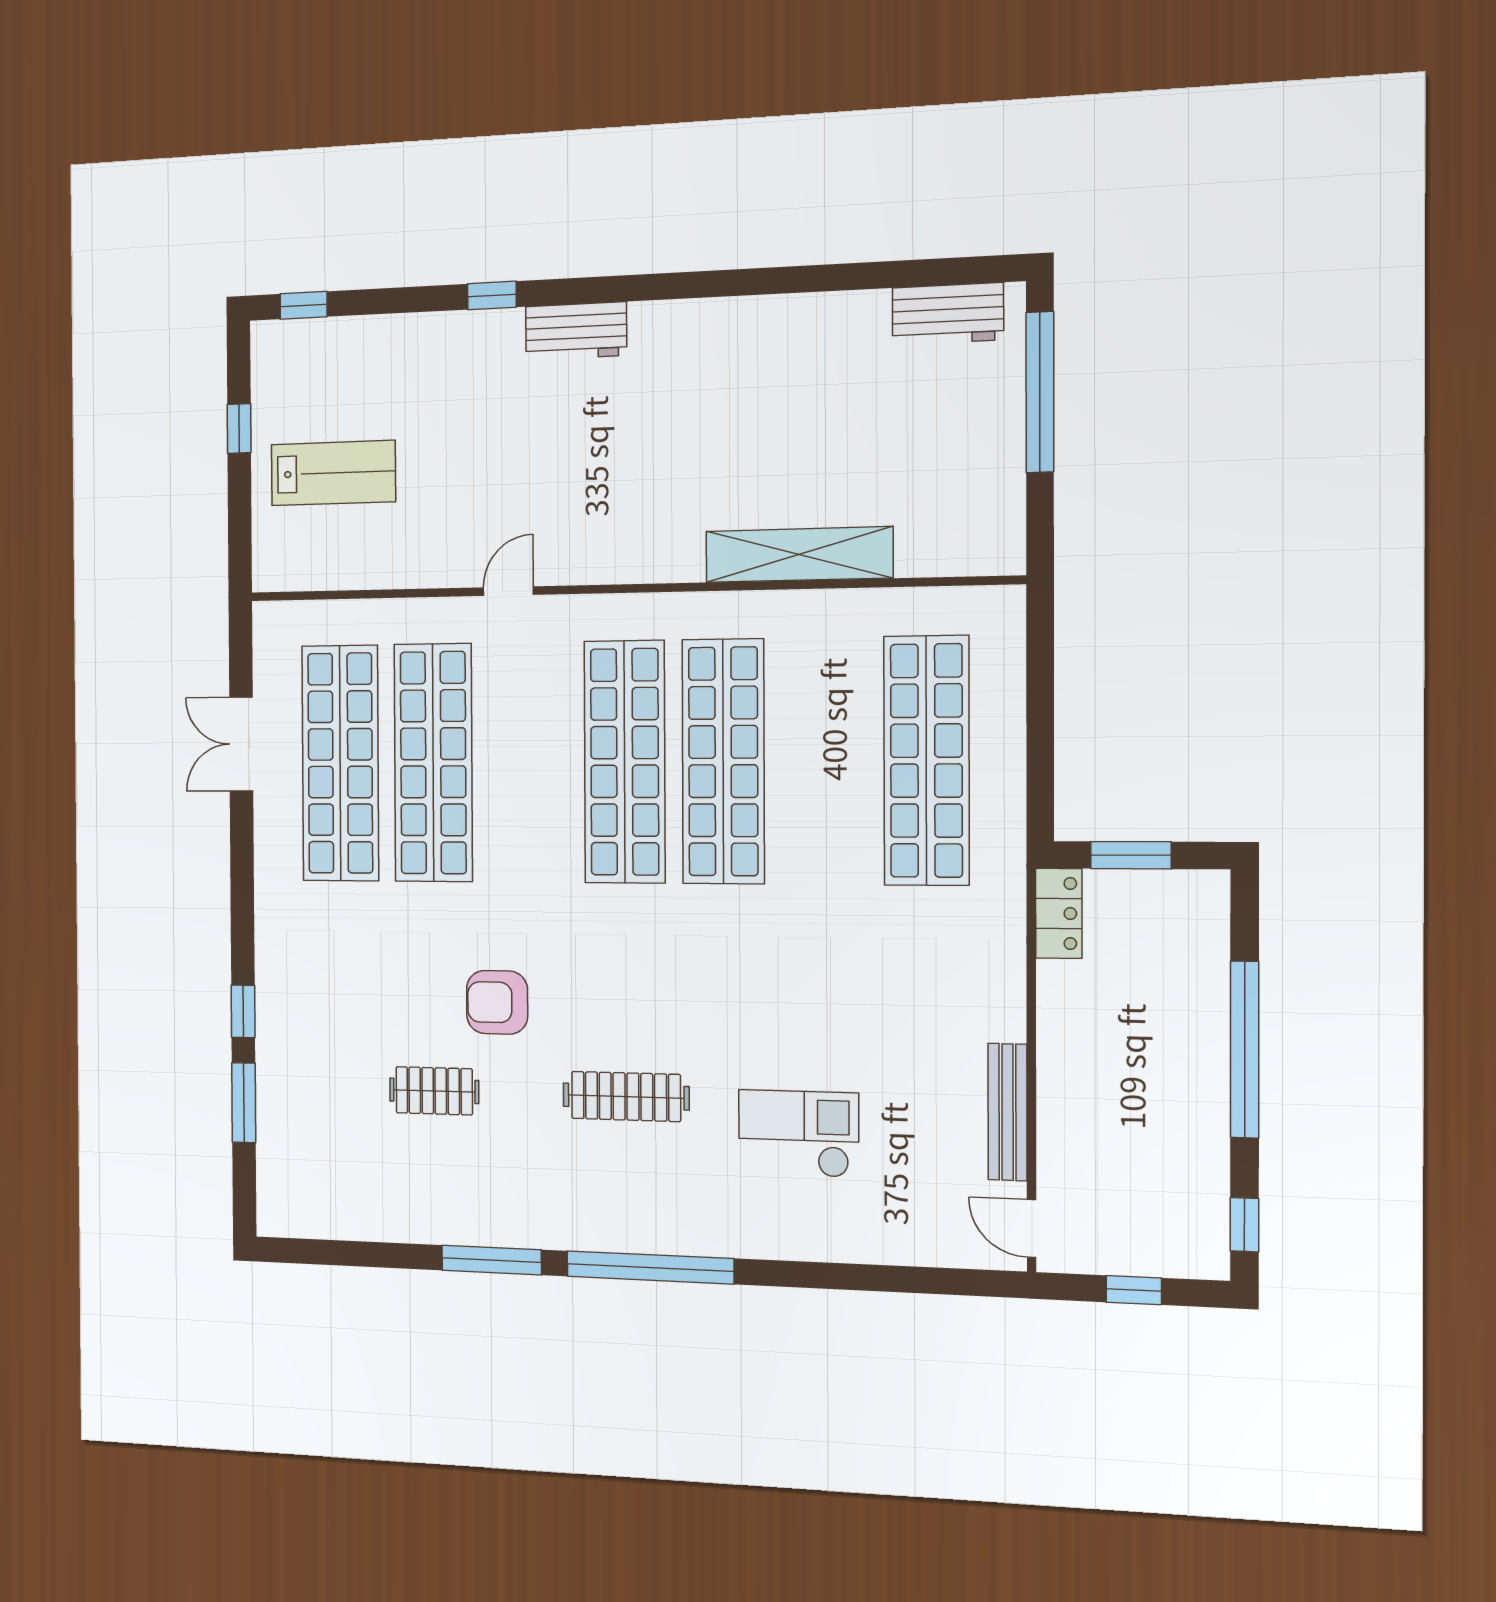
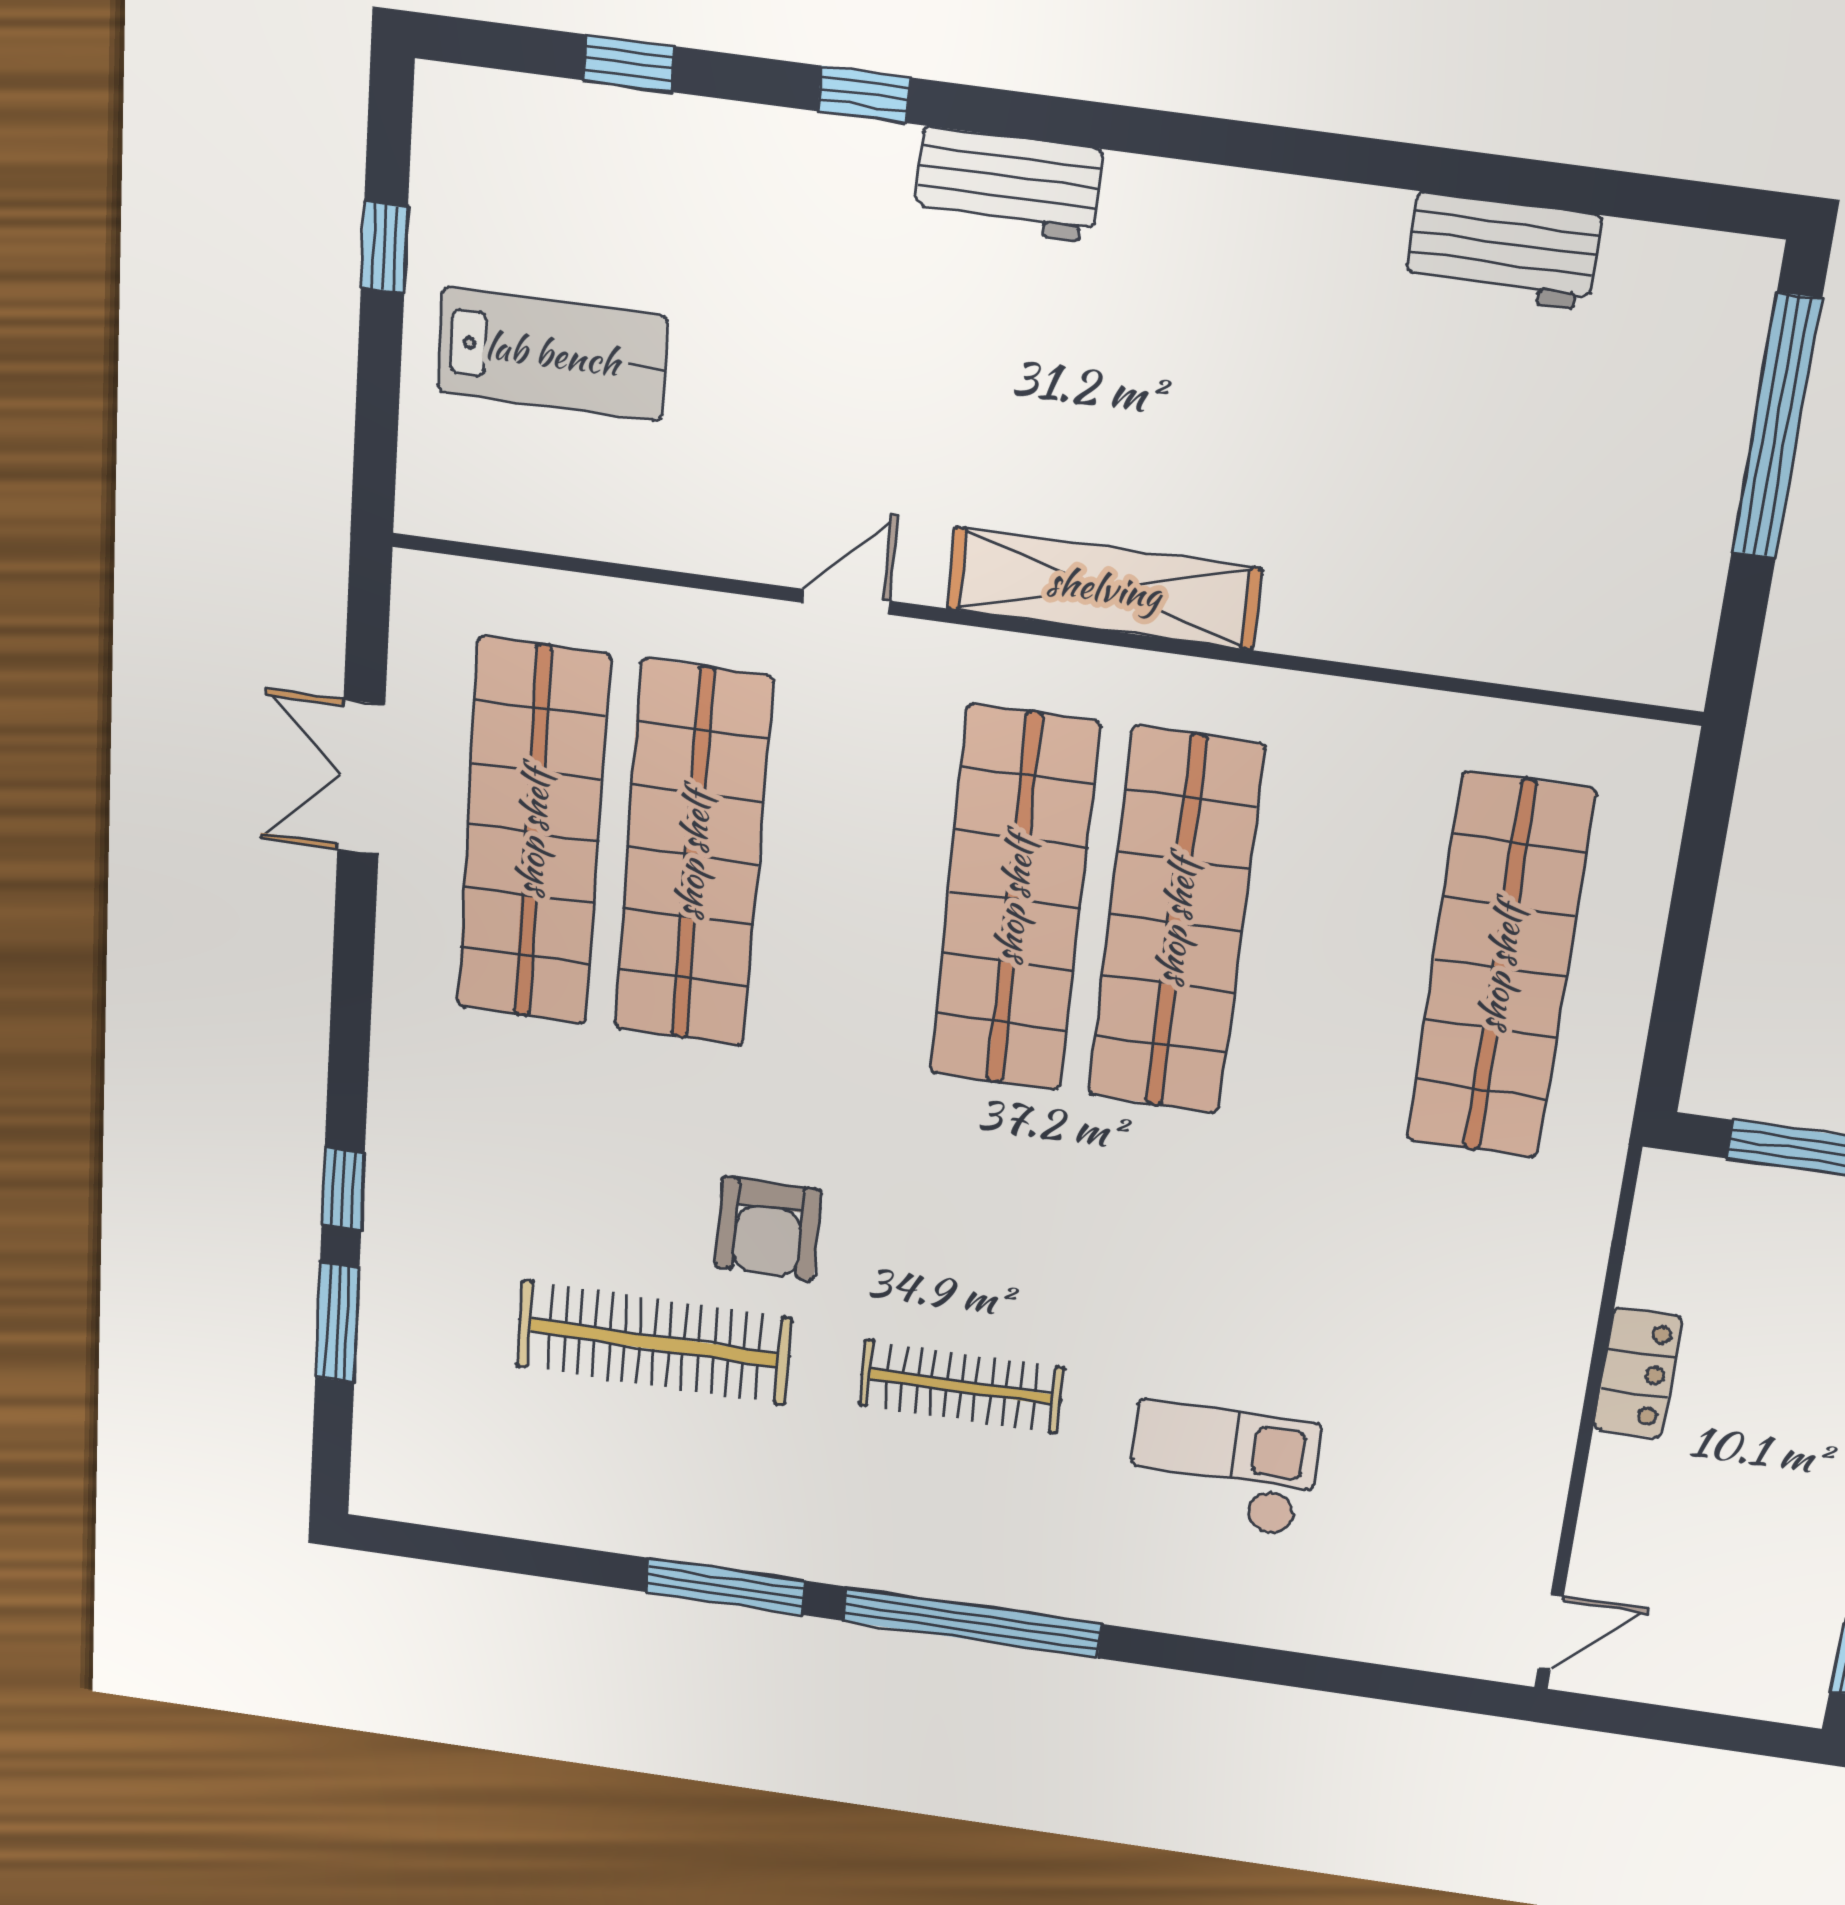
window: (304, 305) -> (629, 63), moved
workbench: (948, 314) -> (1503, 251), moved
shelving: (799, 555) -> (1104, 588), moved
locker: (1059, 913) -> (1638, 1373), moved
armchair: (497, 1002) -> (768, 1228), turned -90
clothes rail: (434, 1091) -> (654, 1342), width x1.86, depth x1.31
bench: (1008, 1112) -> (1542, 1476), removed
door: (1032, 1229) -> (1551, 1632), swing flipped
window: (1134, 1290) -> (1683, 1726), removed

